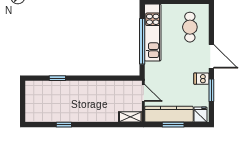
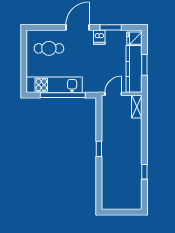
window: (57, 78) -> (99, 149), moved

